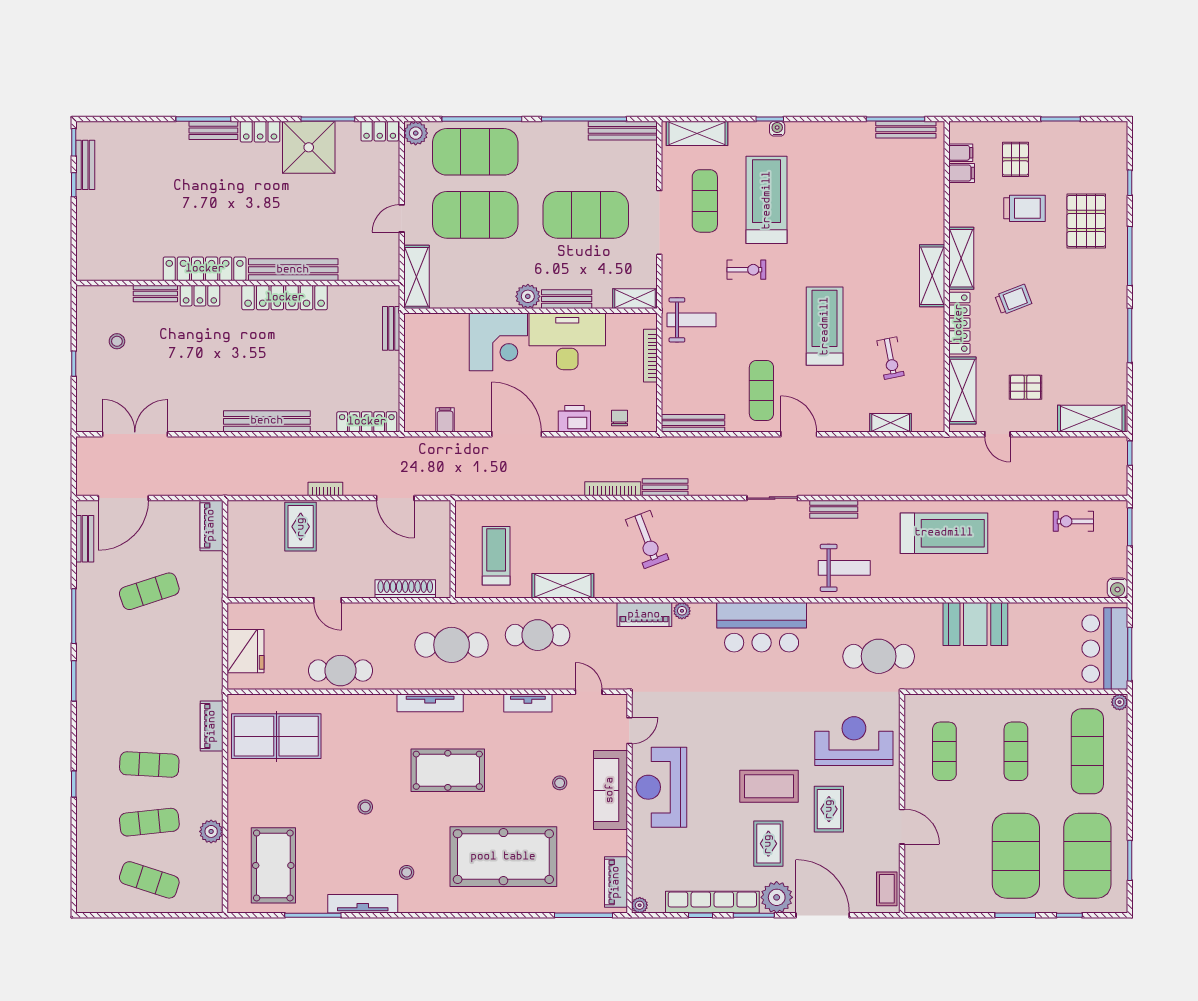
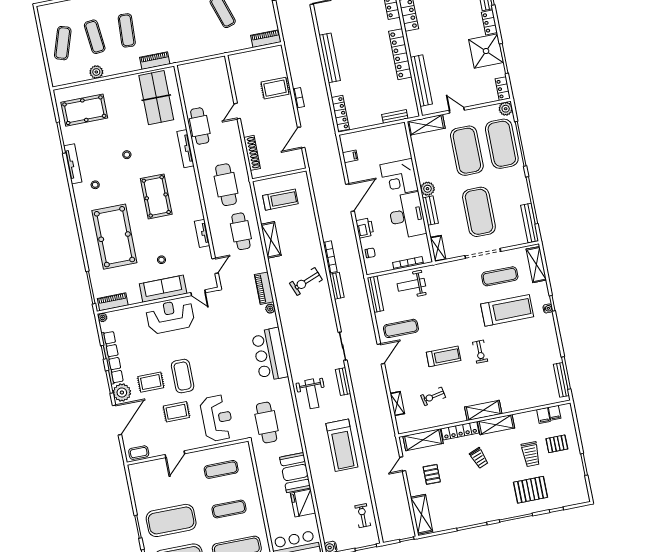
bench: (293, 270) -> (421, 81), moved
exercise bike: (746, 270) -> (480, 352), moved
weight bench: (692, 320) -> (411, 285), moved, turned 90
treadmill: (825, 326) -> (444, 356), width x0.73, depth x0.73
fridge: (245, 651) -> (303, 503), moved, turned 90
tv unit: (430, 703) -> (186, 149), moved

